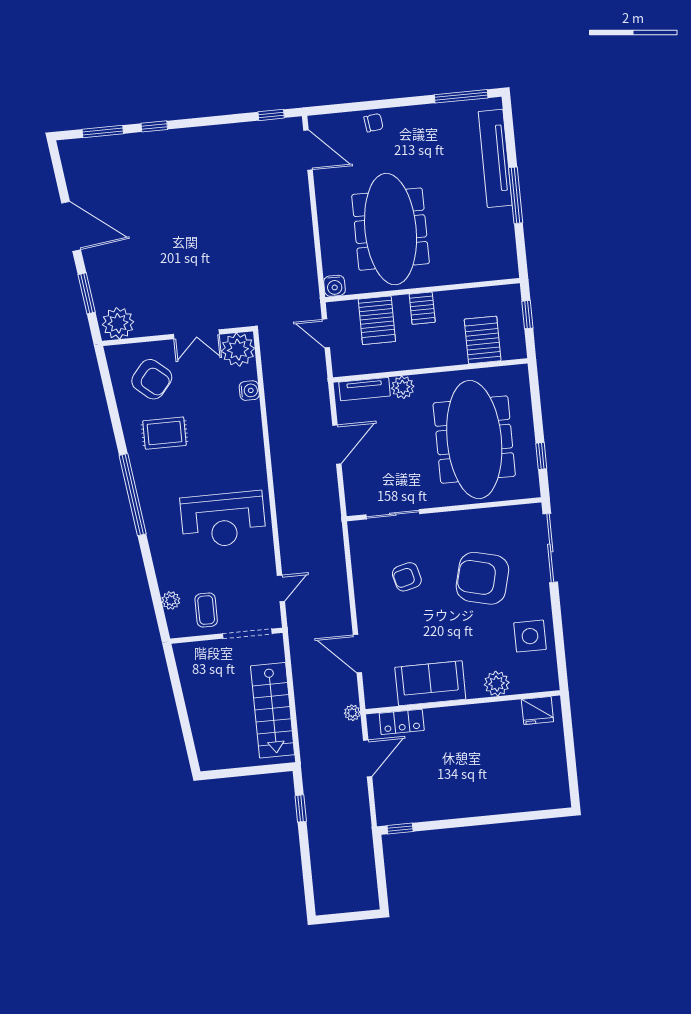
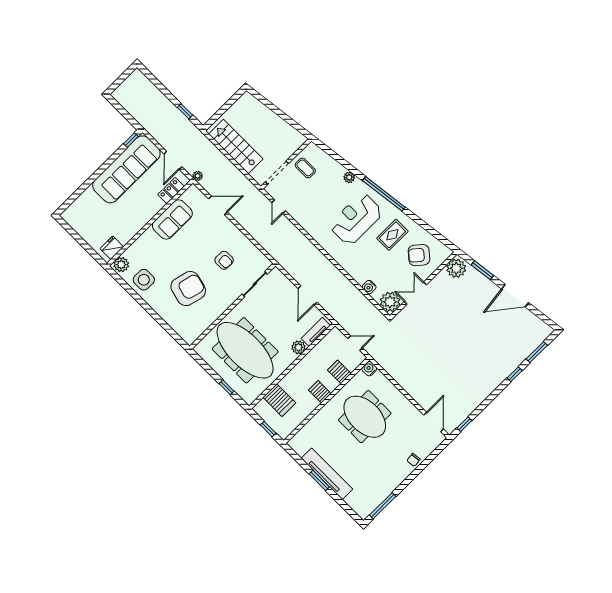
door: (308, 150) -> (434, 422), swing flipped
tv unit: (495, 158) -> (327, 474), moved
window: (516, 195) -> (319, 480), width x0.69
meeting table: (391, 229) -> (365, 417), width x0.73
server rack: (377, 320) -> (339, 372), width x0.73, depth x0.70
window: (541, 456) -> (227, 387), moved
reception desk: (223, 520) -> (356, 219), moved
sliding door: (550, 548) -> (168, 329), removed
armchair: (407, 577) -> (224, 260), turned 104
plant: (171, 600) -> (349, 177), moved
plant: (497, 684) -> (121, 265), moved
sofa: (437, 796) -> (126, 169), added

